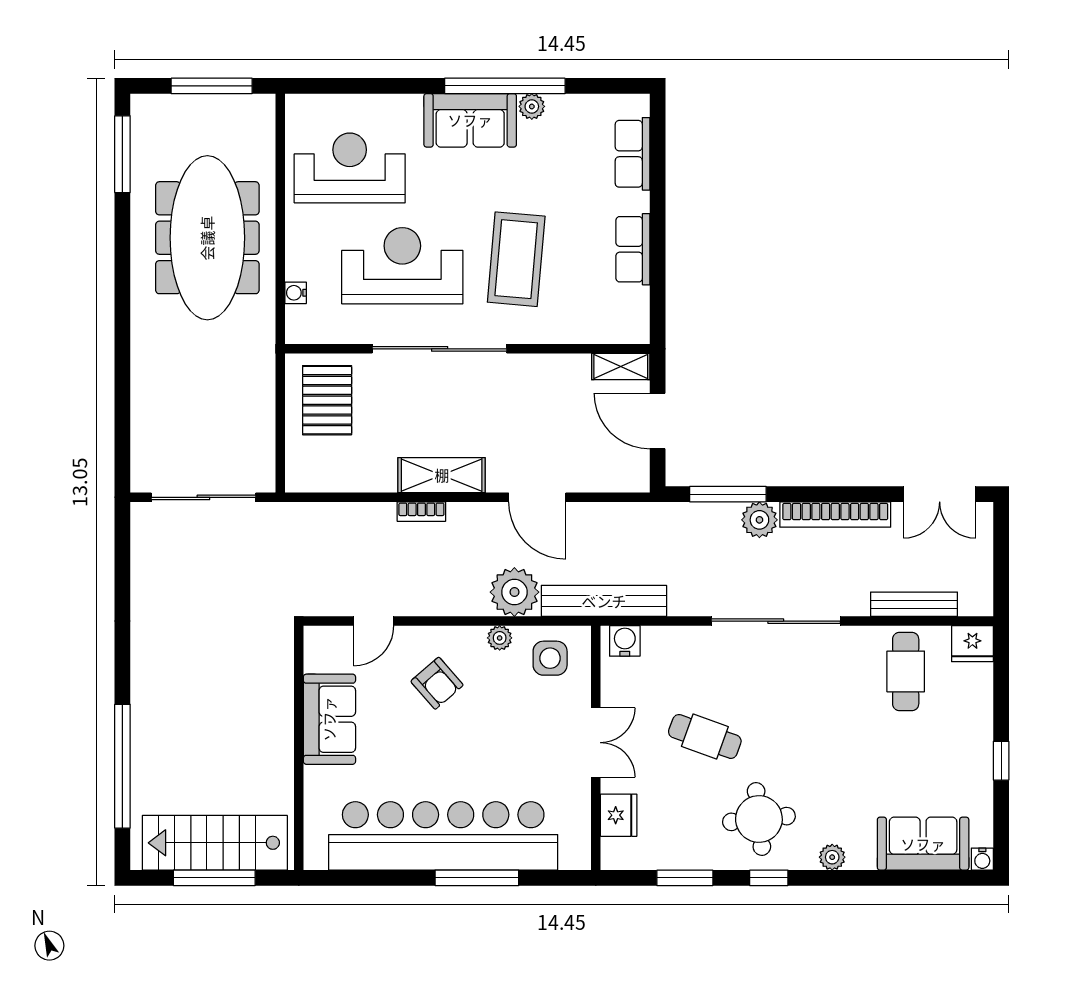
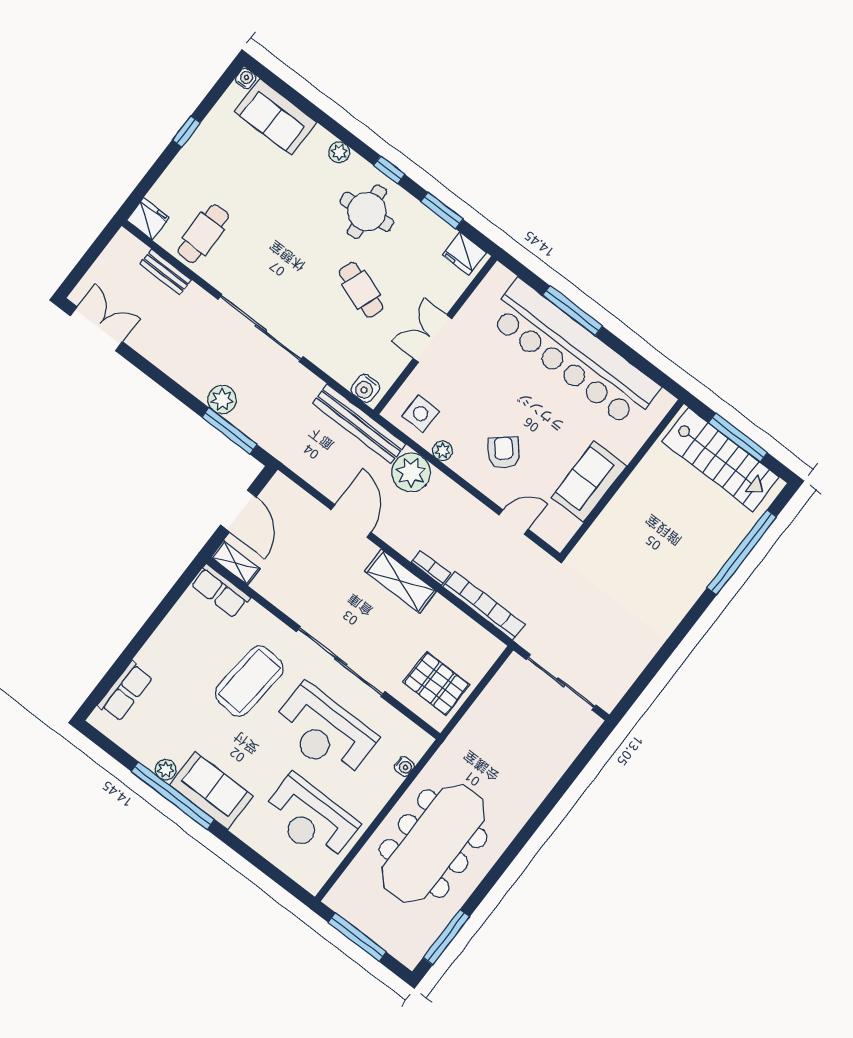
row of seats: (633, 249) -> (220, 591), moved, turned 90
pallet: (327, 400) -> (436, 684), turned 90
bookcase: (835, 515) -> (484, 606), moved
bench: (914, 604) -> (166, 272), width x0.73
fridge: (619, 815) -> (465, 254), moved, turned -90

